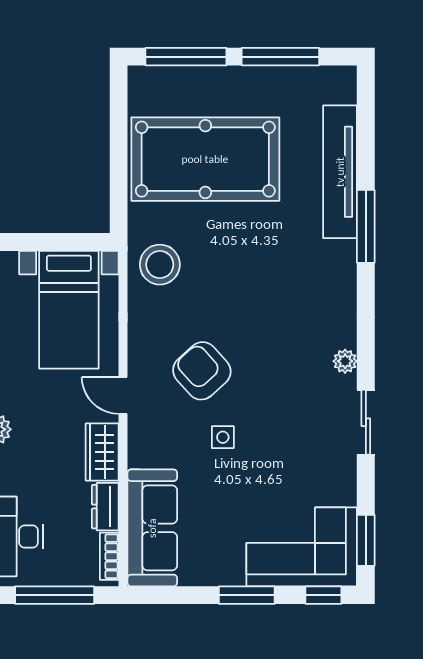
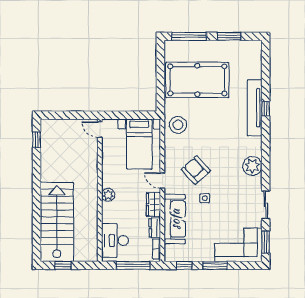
window: (280, 57) -> (229, 36), width x0.69
tv unit: (340, 172) -> (255, 108), moved
window: (366, 226) -> (266, 109), width x0.46
plant: (345, 361) -> (252, 166), width x1.87, depth x1.87
sliding door: (366, 422) -> (266, 205), moved
sofa: (152, 528) -> (175, 219), moved
window: (323, 595) -> (184, 265), moved

